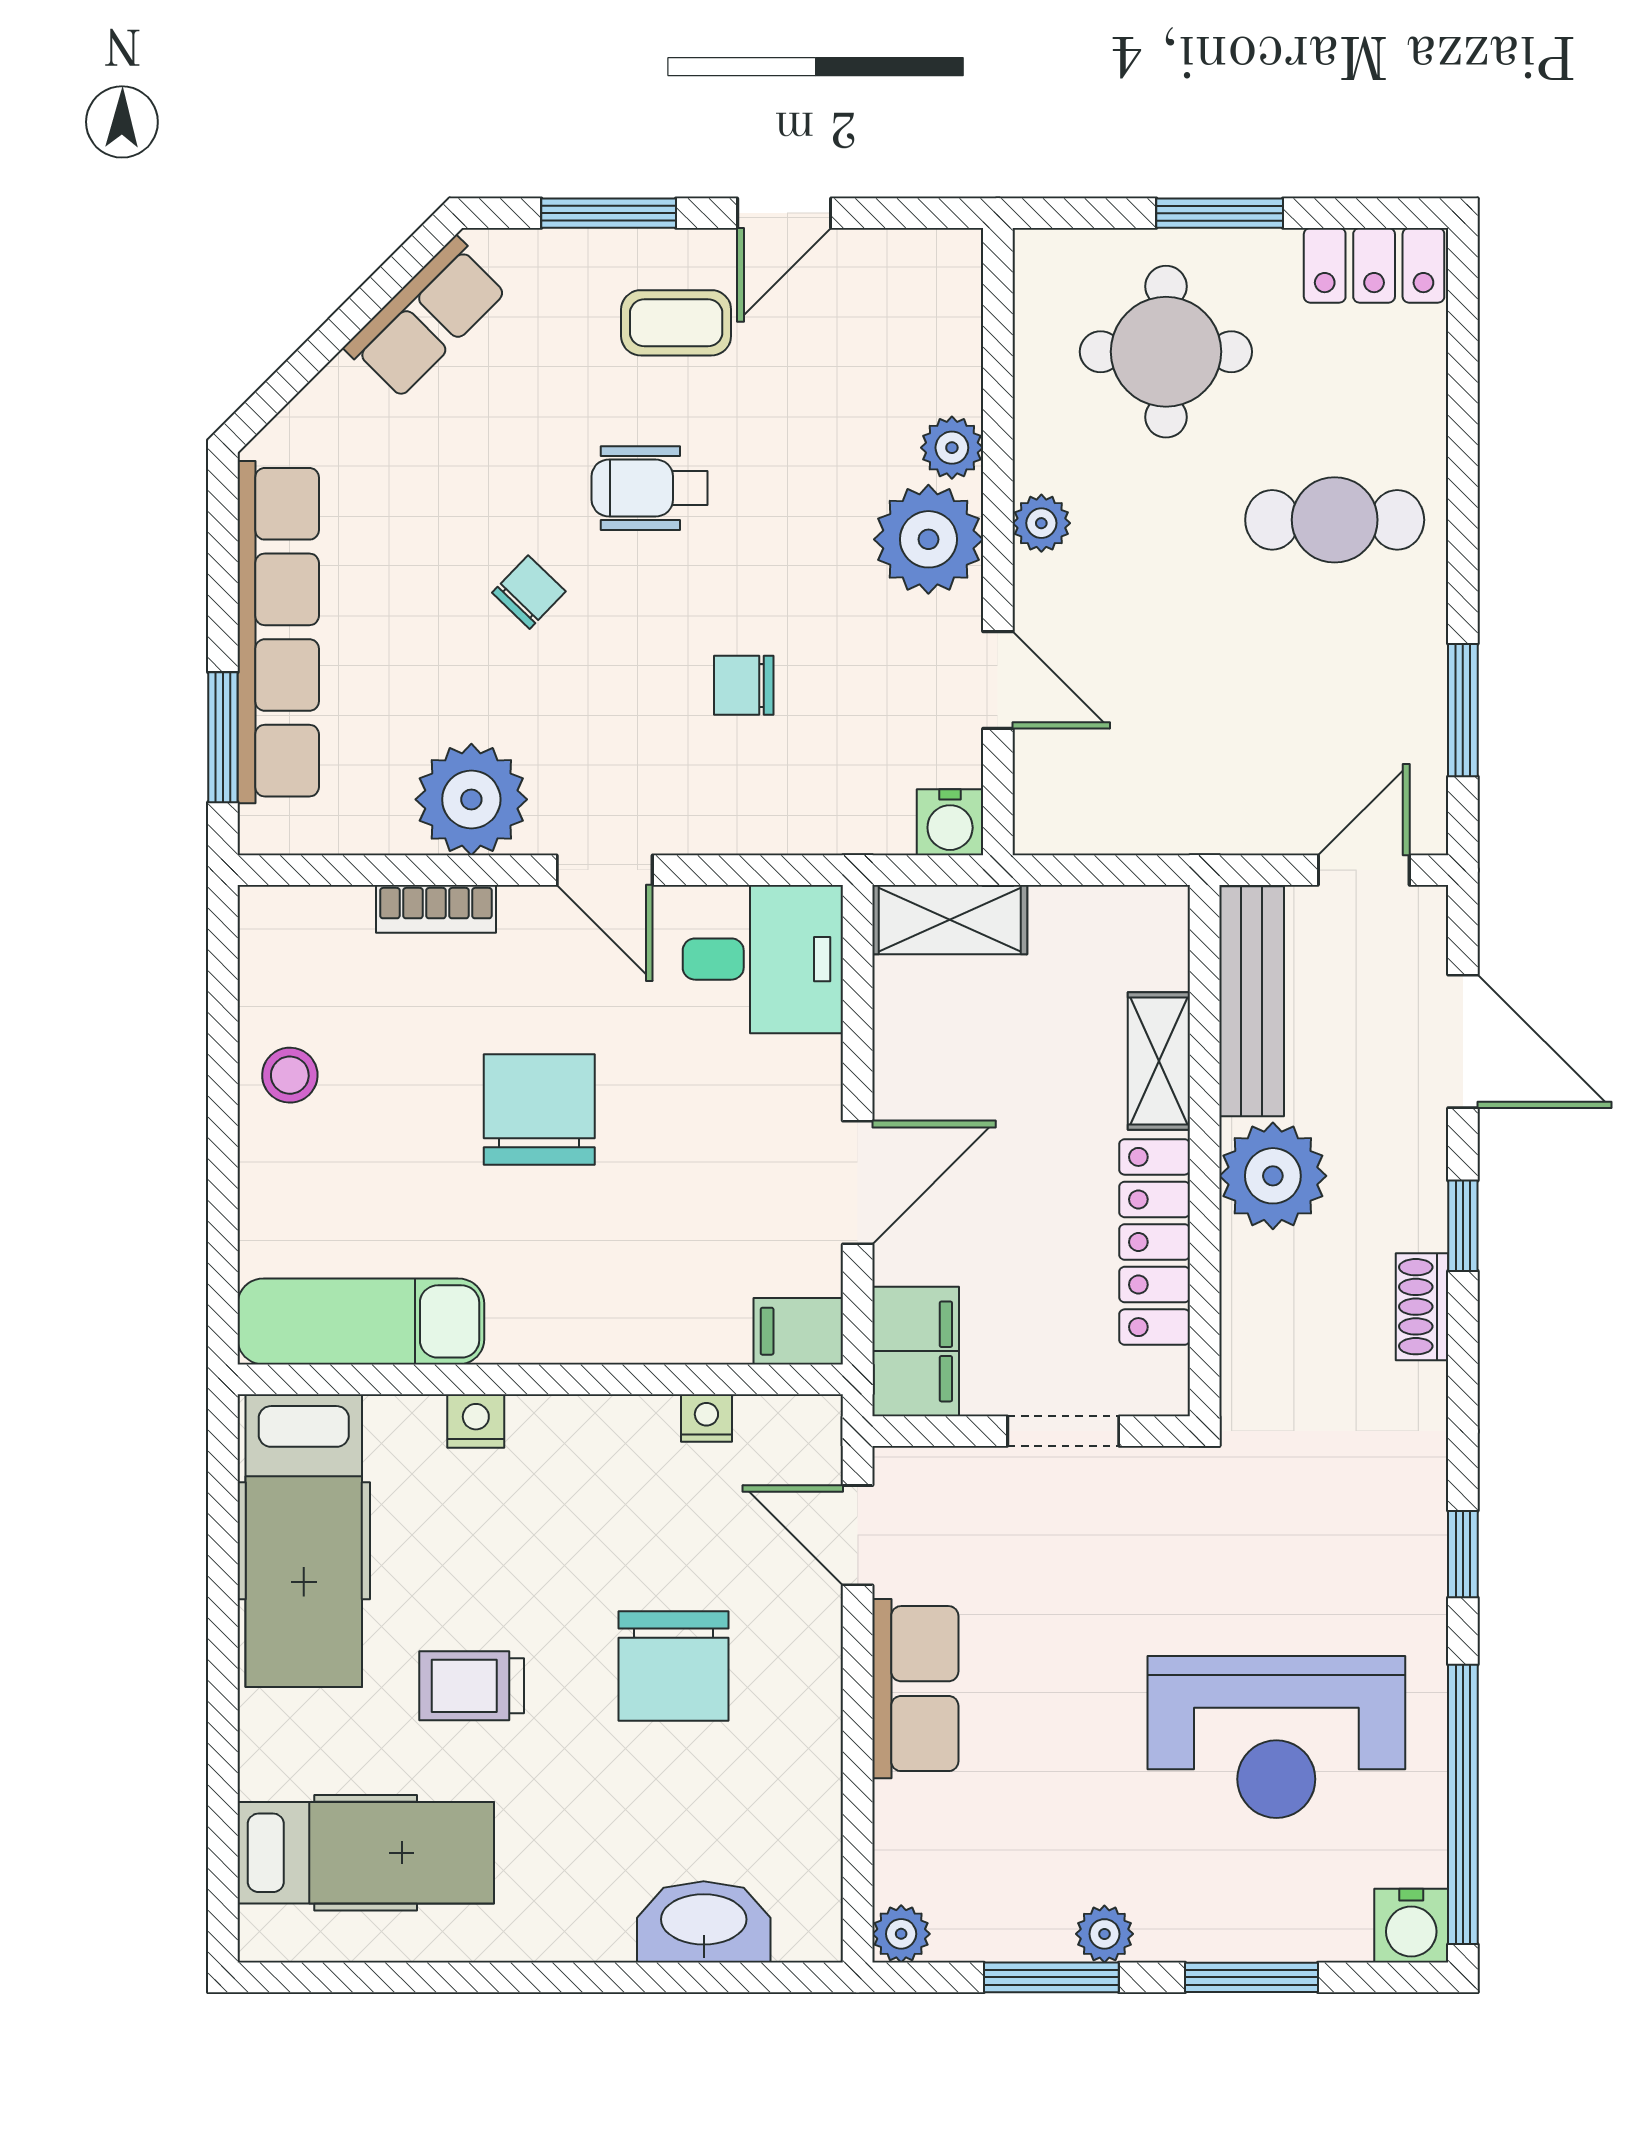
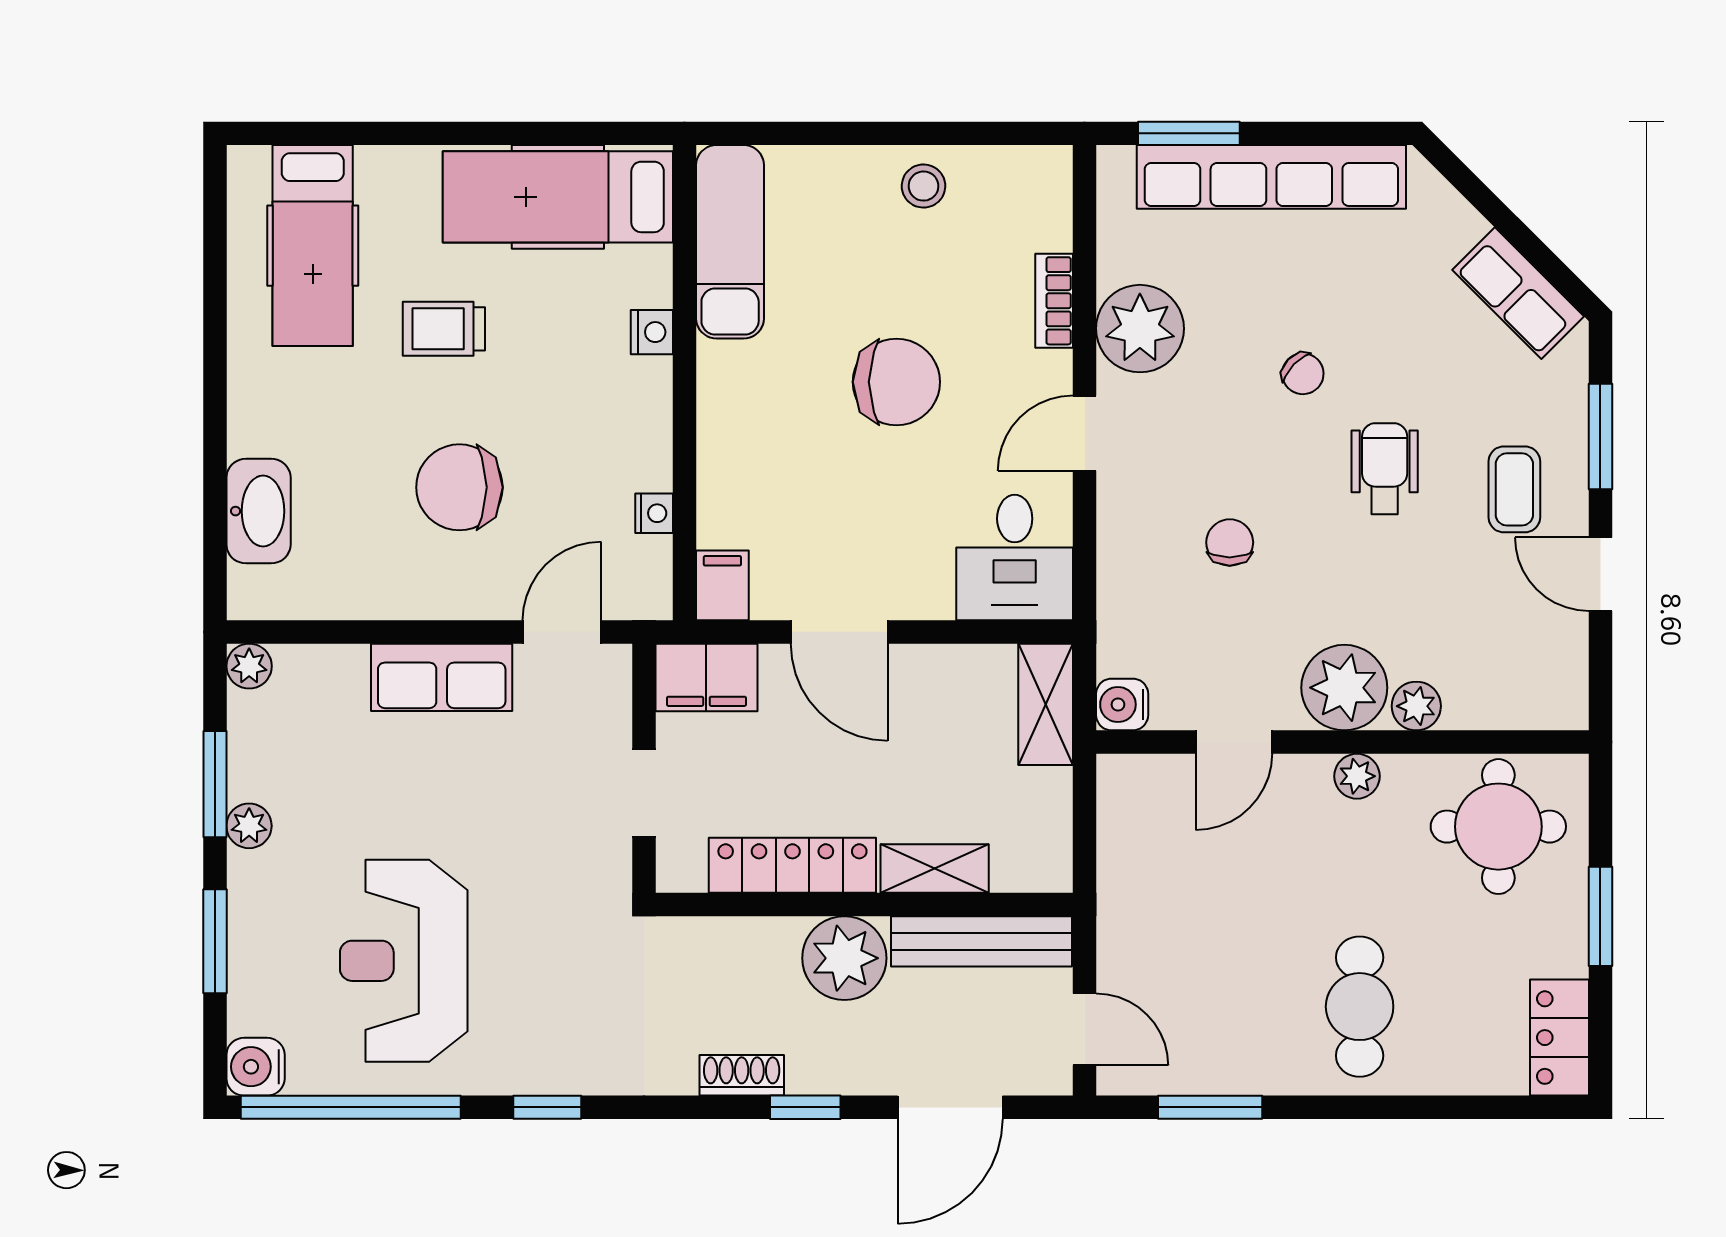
round table: (1166, 352) -> (1498, 827), moved
trolley: (472, 1686) -> (444, 329), turned -90

